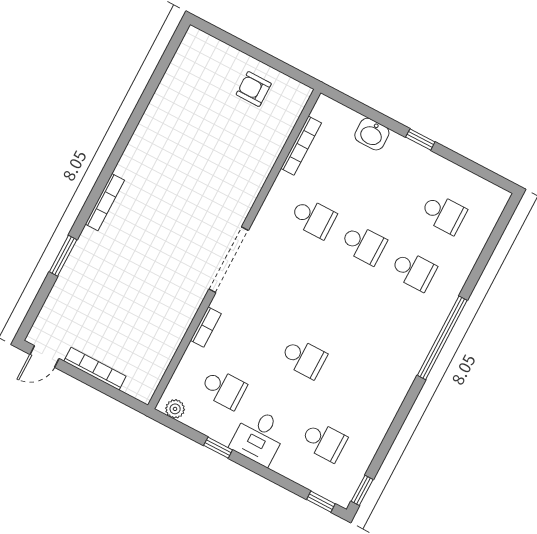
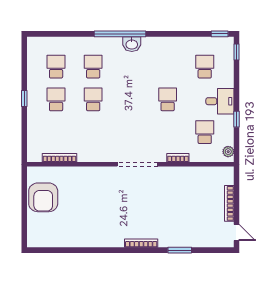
armchair: (254, 89) -> (43, 197), width x1.88, depth x1.88
washbasin: (372, 134) -> (132, 44), moved, turned 90
school desk: (313, 218) -> (56, 99), moved

